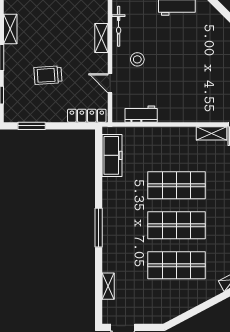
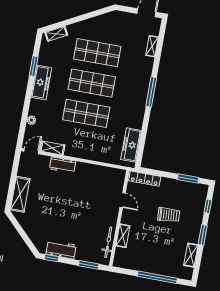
stool: (137, 59) -> (99, 214), removed
workbench: (141, 114) -> (63, 165), moved

